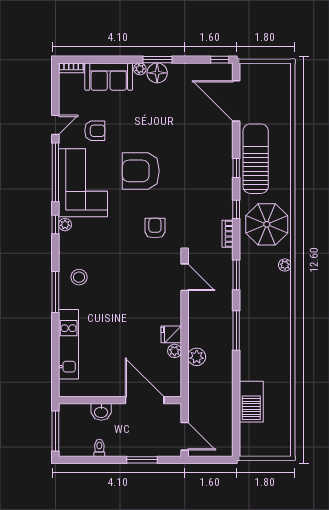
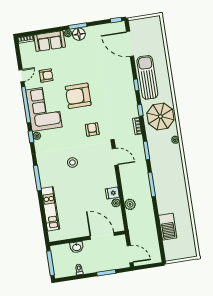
stool: (79, 277) -> (72, 162), moved

